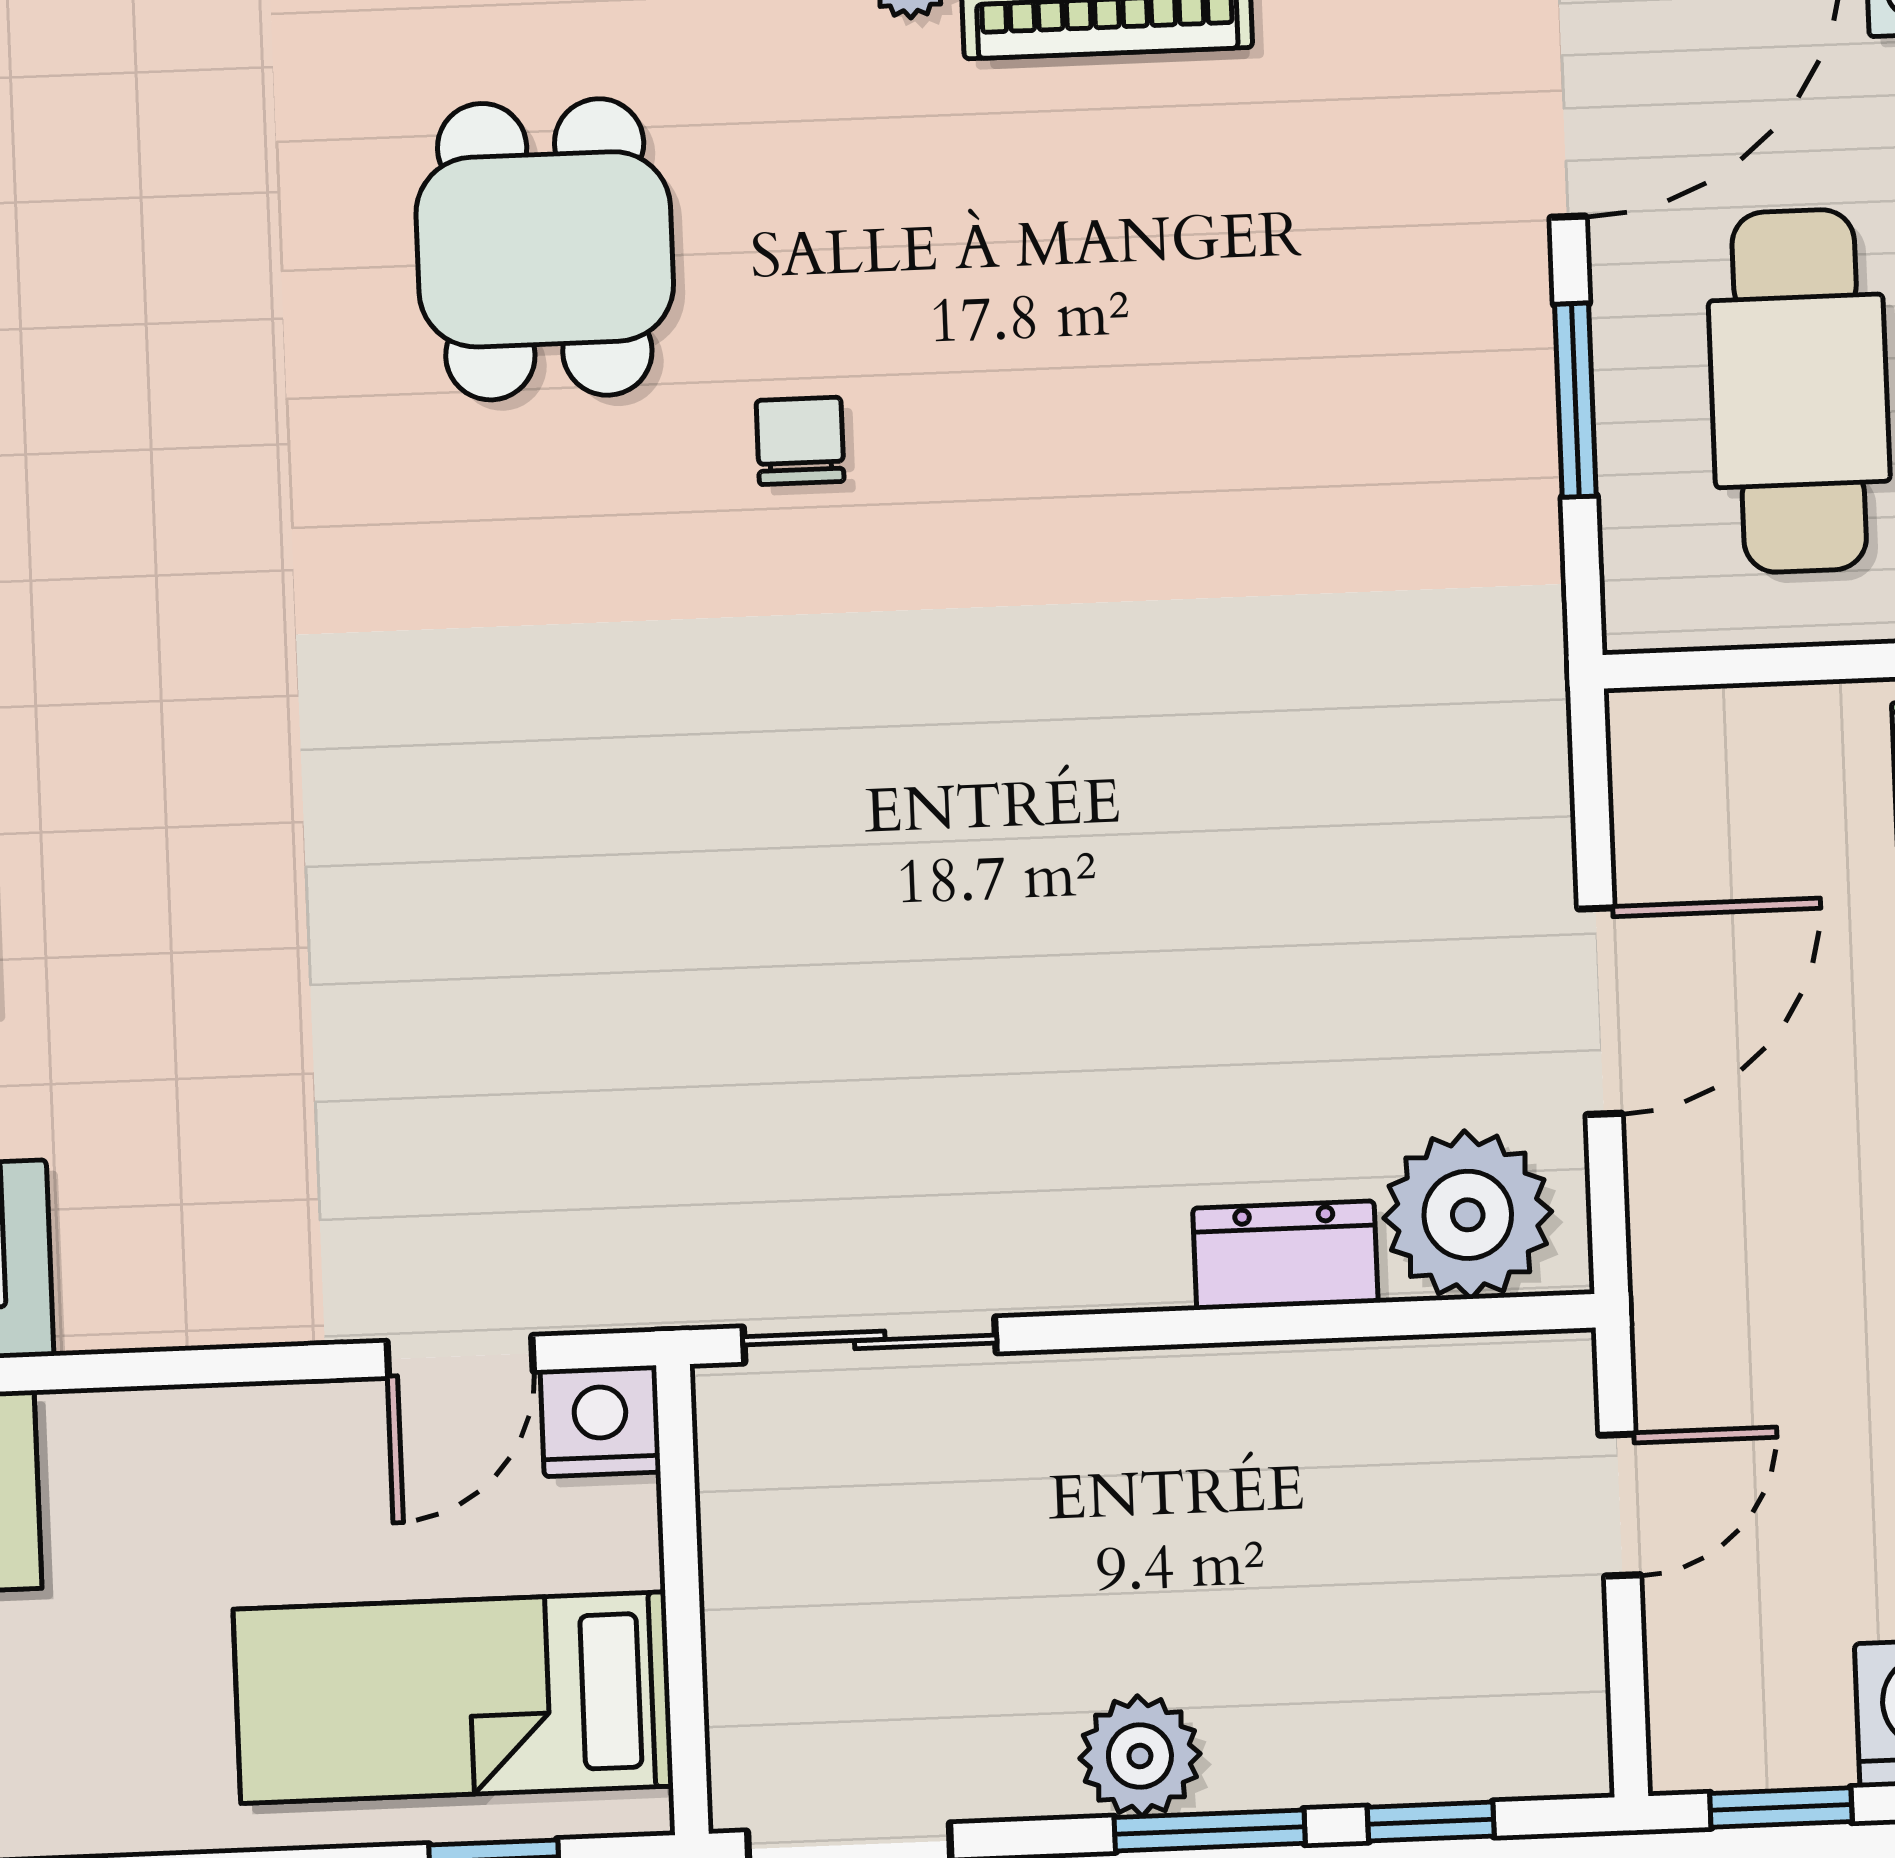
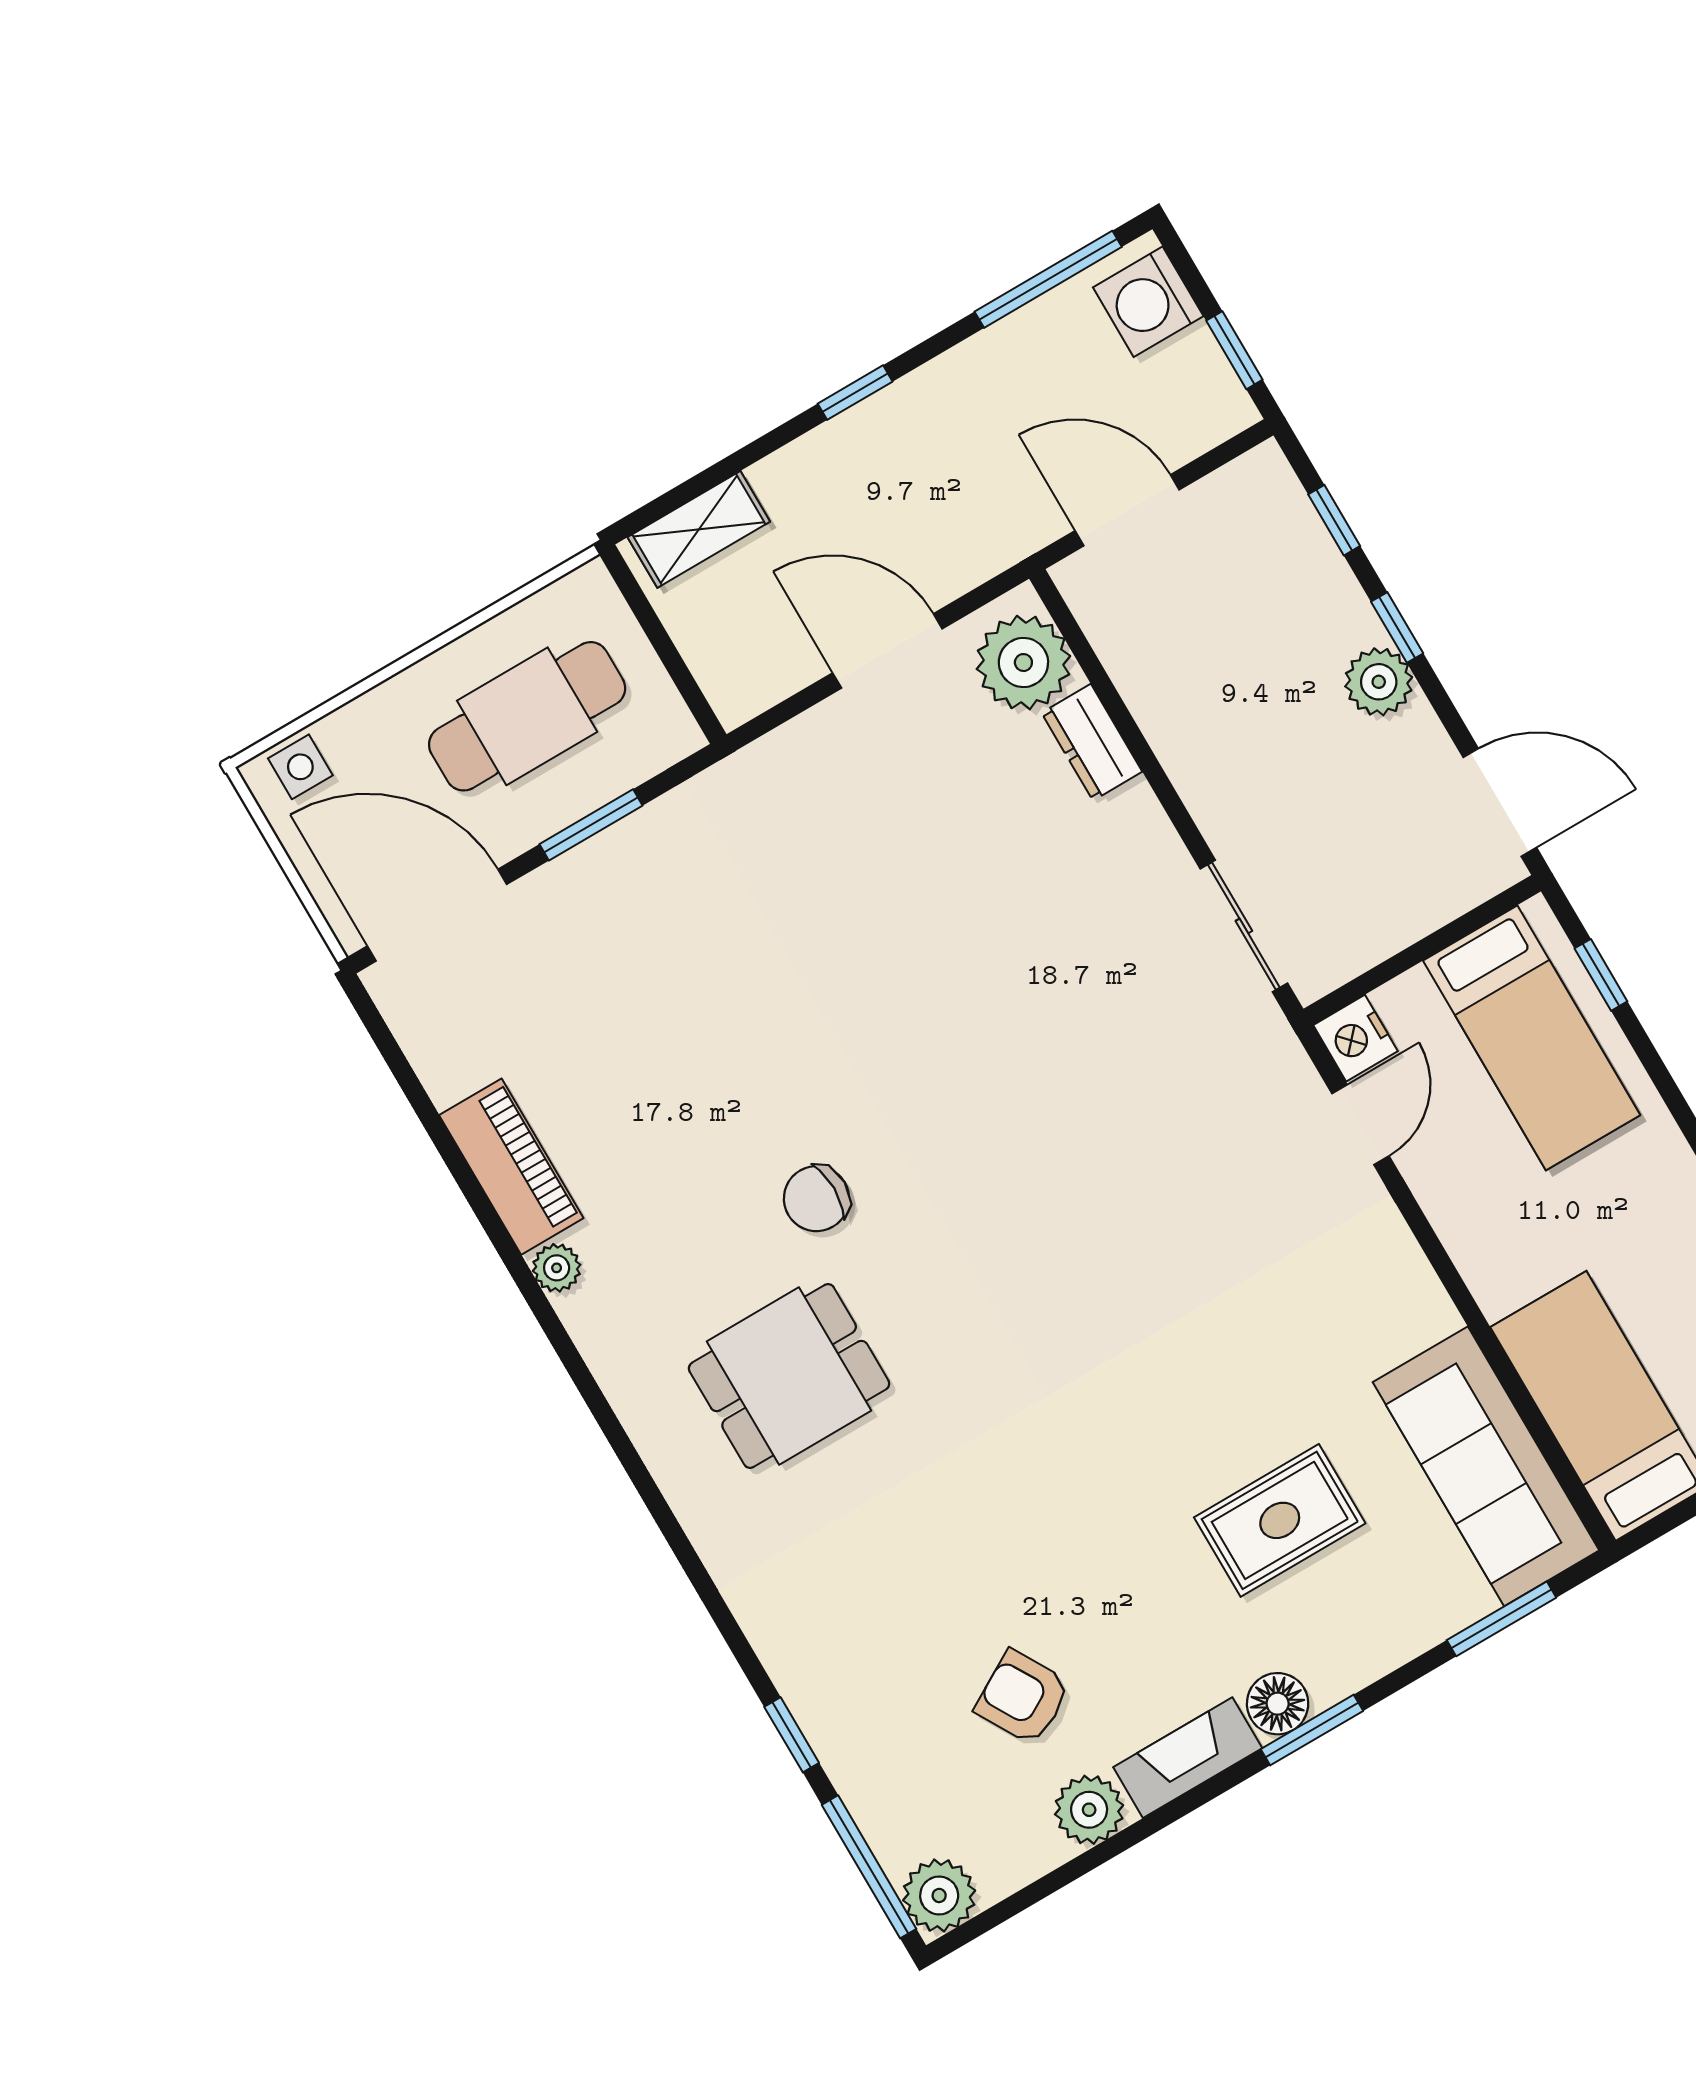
chair: (800, 441) -> (816, 1199), width x1.37, depth x1.37
door: (460, 1356) -> (1360, 1125), hinge flipped
door: (1620, 1505) -> (1127, 510), width x1.37
window: (1210, 1830) -> (1397, 627), width x0.67

